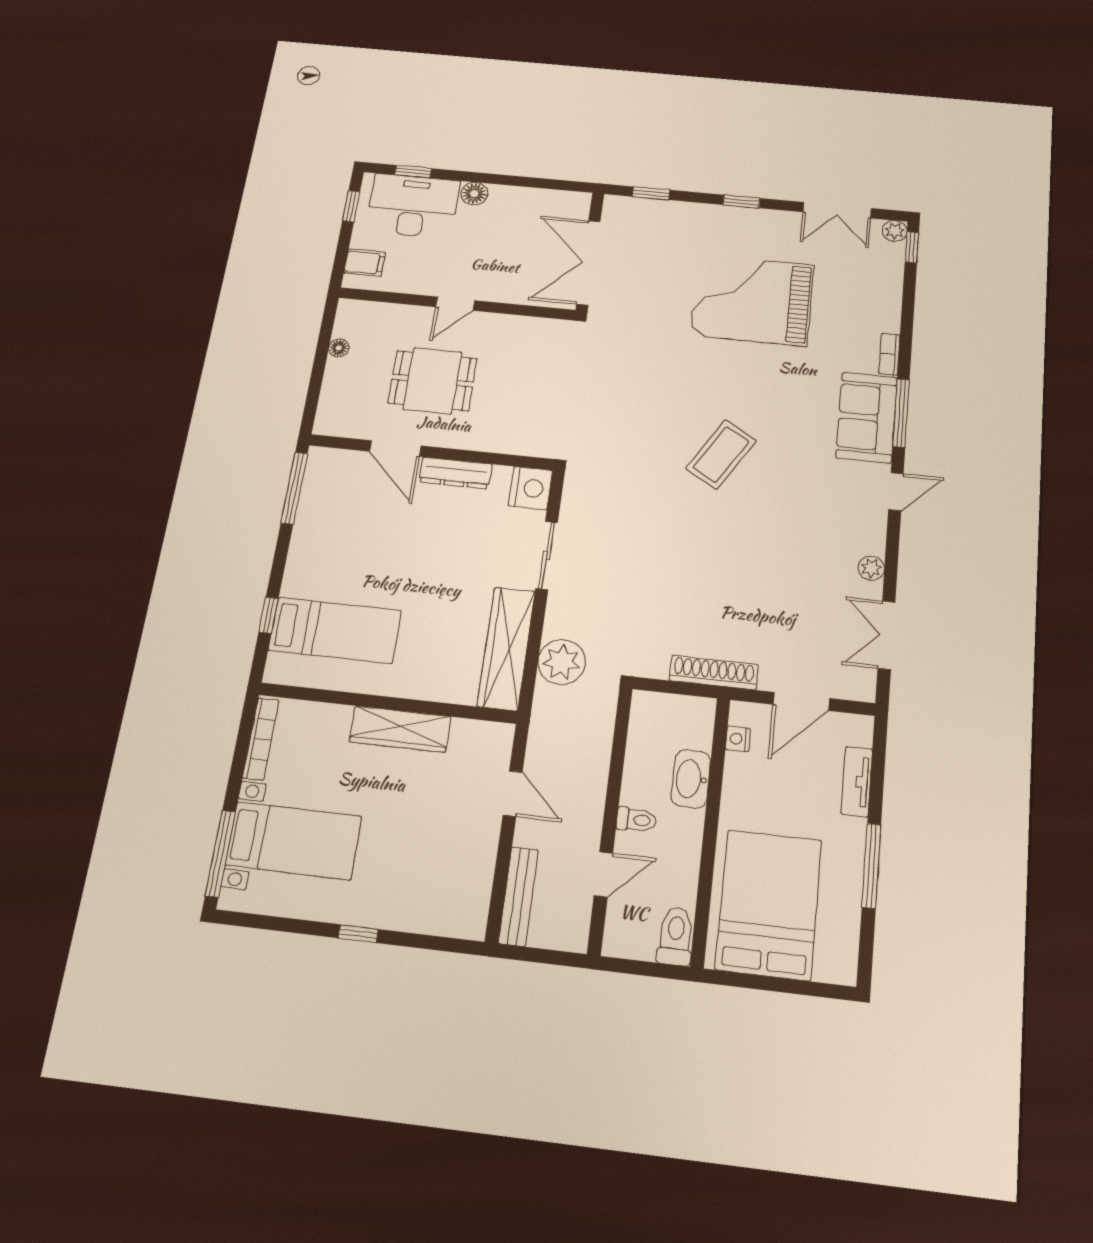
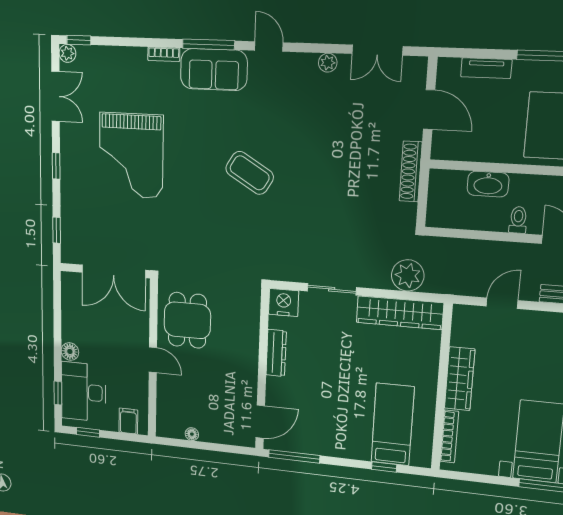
dining table: (432, 381) -> (187, 320), moved
door: (395, 449) -> (260, 422), moved
bookcase: (261, 739) -> (449, 436), moved, turned 90
nightstand: (738, 739) -> (458, 153), removed

